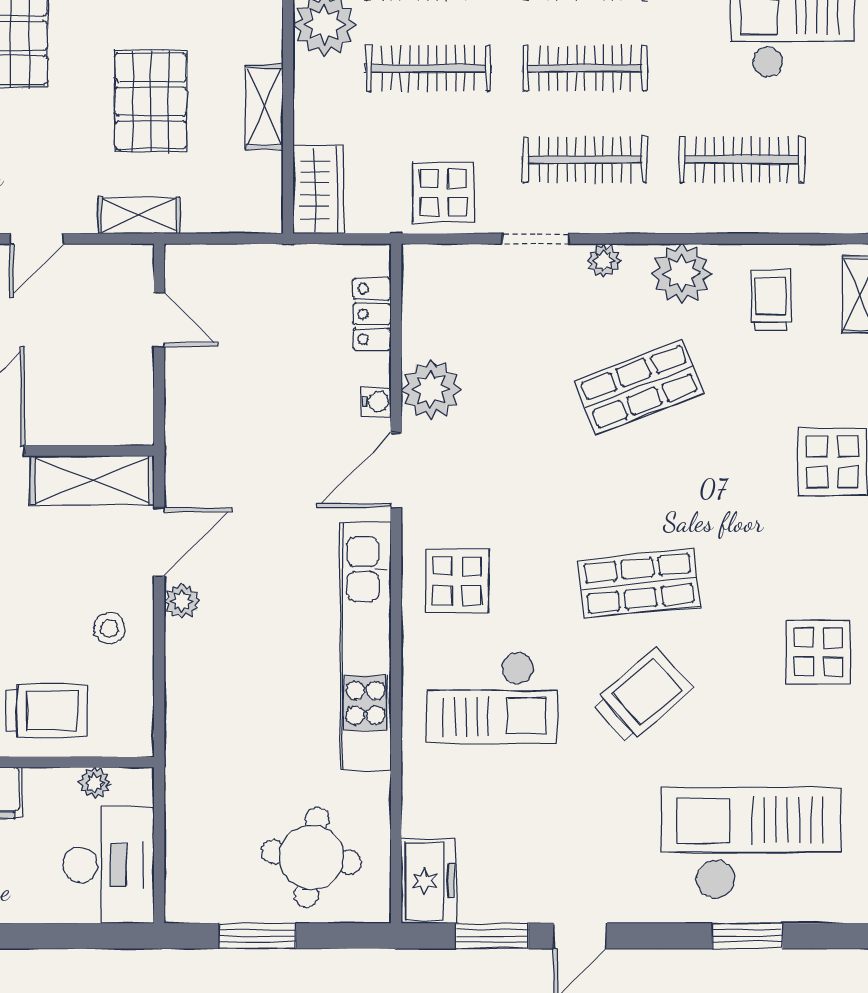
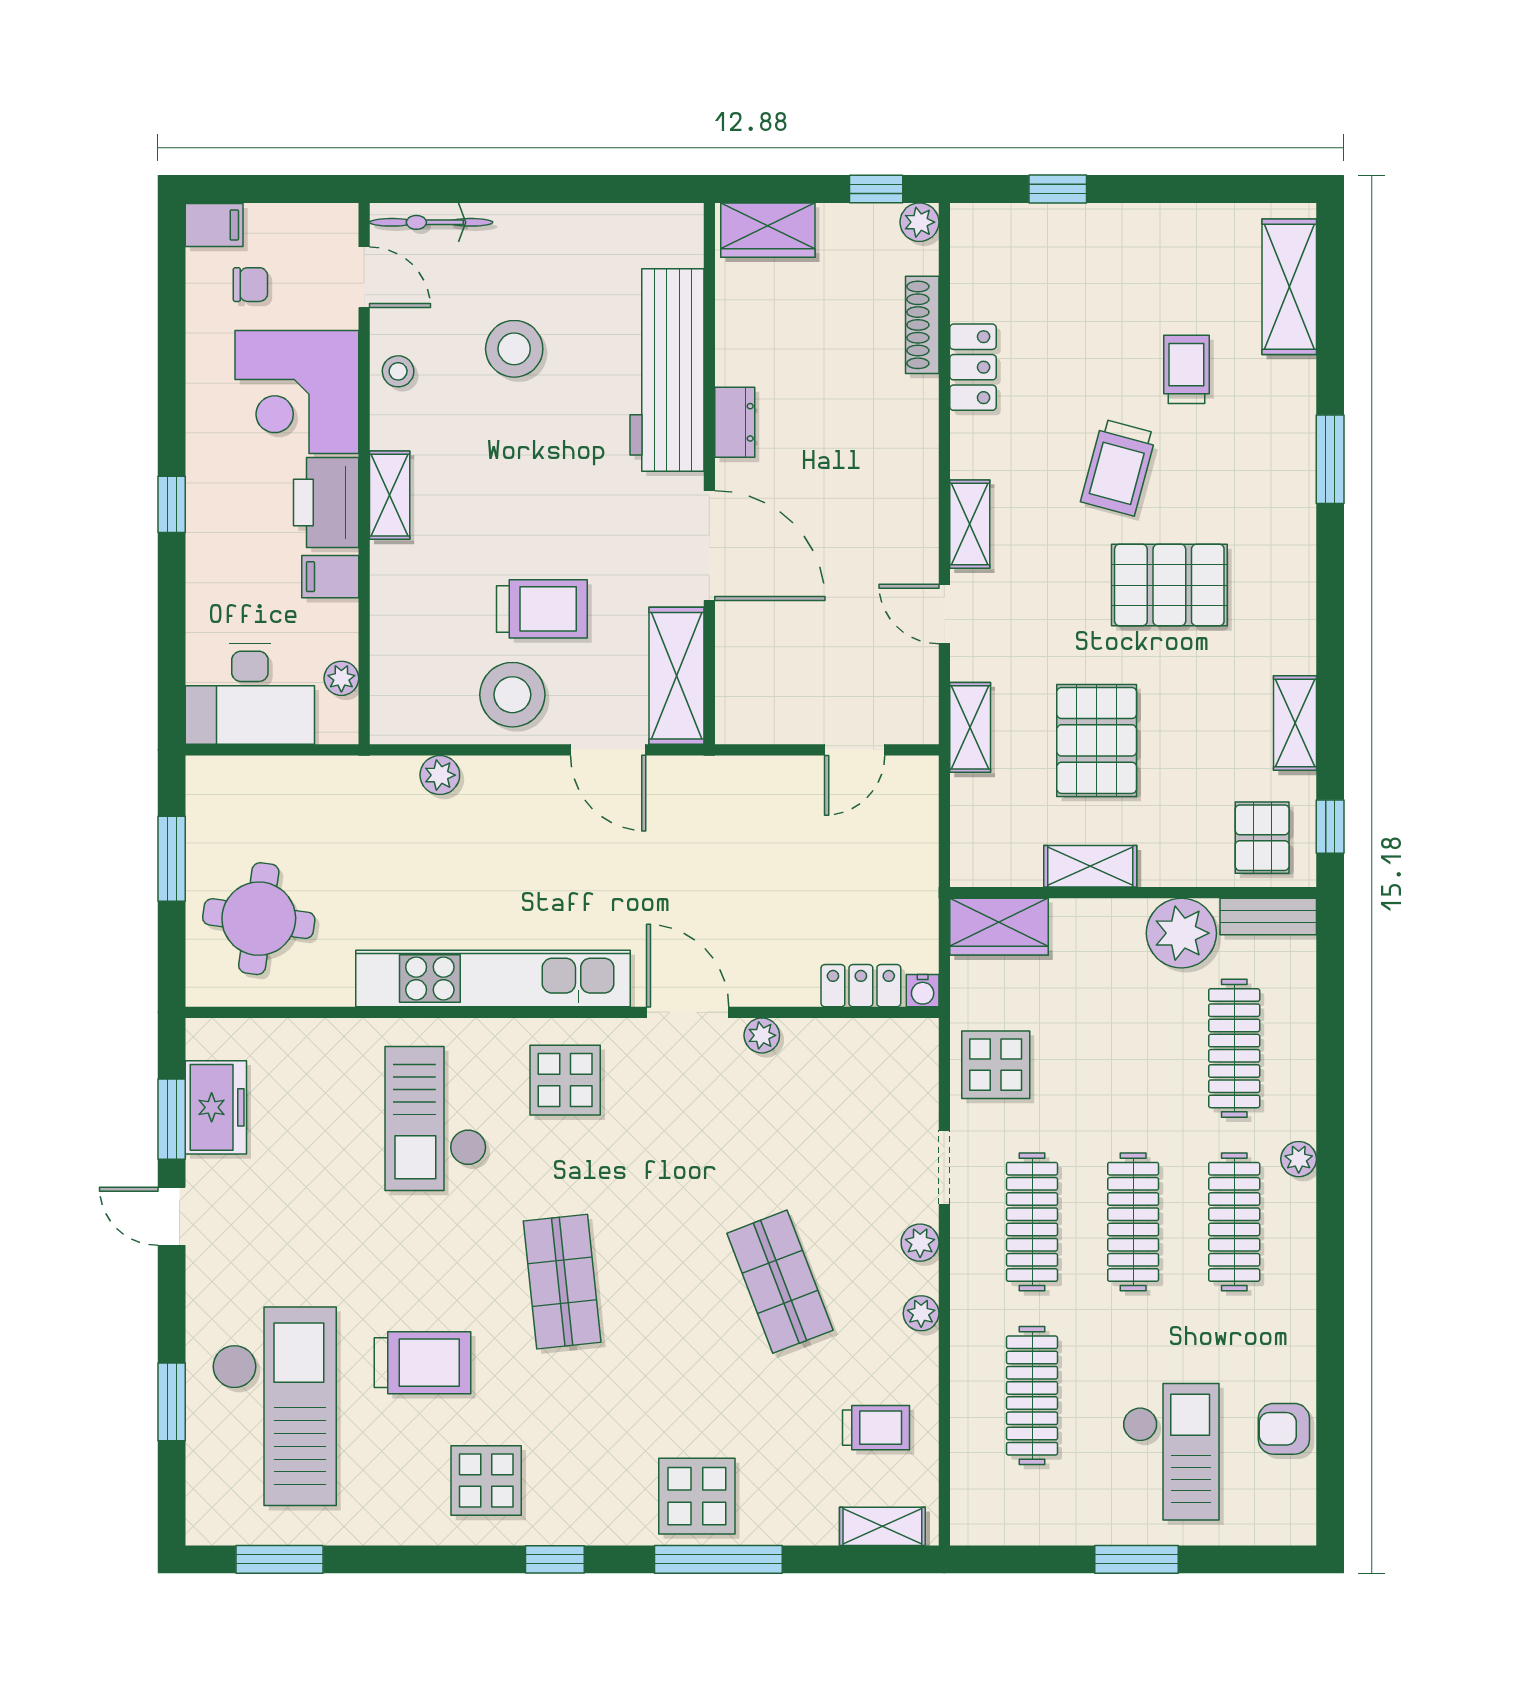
clothes rail: (428, 68) -> (1133, 1048), removed
pallet: (151, 101) -> (1097, 740), turned 90
plant: (681, 274) -> (921, 1313), width x0.53, depth x0.53
plant: (431, 389) -> (762, 1035), width x0.53, depth x0.53
water cooler: (376, 402) -> (923, 991), moved
plant: (182, 601) -> (440, 775), moved
stool: (109, 628) -> (512, 695), width x1.89, depth x1.89
trolley: (642, 696) -> (422, 1363), moved, turned -49
trolley: (46, 711) -> (542, 609), moved, turned -90
freezer: (428, 881) -> (216, 1107), moved, turned -90

